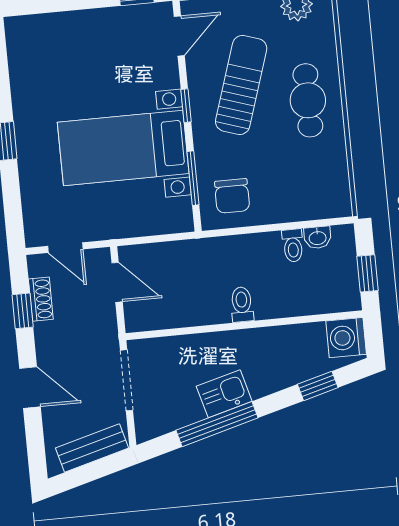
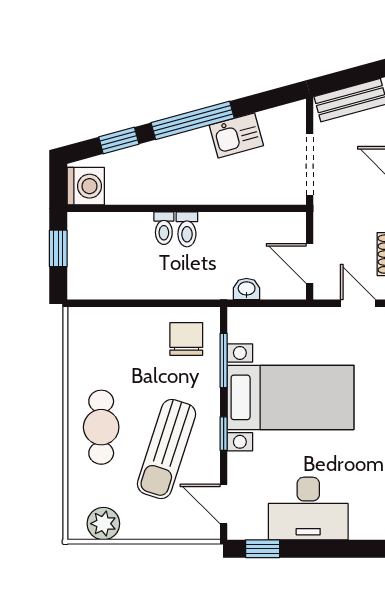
door: (179, 36) -> (224, 504), hinge flipped
desk: (95, 40) -> (308, 508), added
washbasin: (318, 237) -> (247, 289), moved
toilet: (293, 246) -> (164, 228), moved, turned 180
kitchen sink: (224, 394) -> (236, 135), moved
window: (217, 424) -> (193, 120), moved

